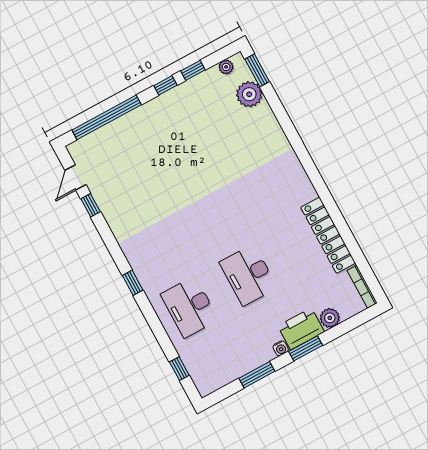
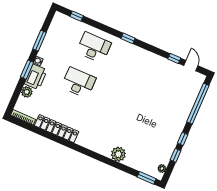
plant: (249, 94) -> (118, 154), moved

